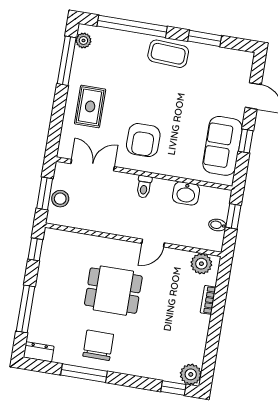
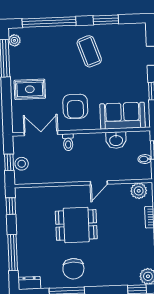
coffee table: (168, 54) -> (89, 51), moved, turned 68
rug: (90, 106) -> (30, 89), turned 90
sofa: (222, 146) -> (123, 116), moved, turned 90
toilet: (144, 187) -> (68, 142), moved
window: (45, 193) -> (9, 162), width x0.67
chair: (98, 345) -> (73, 269), turned 180

